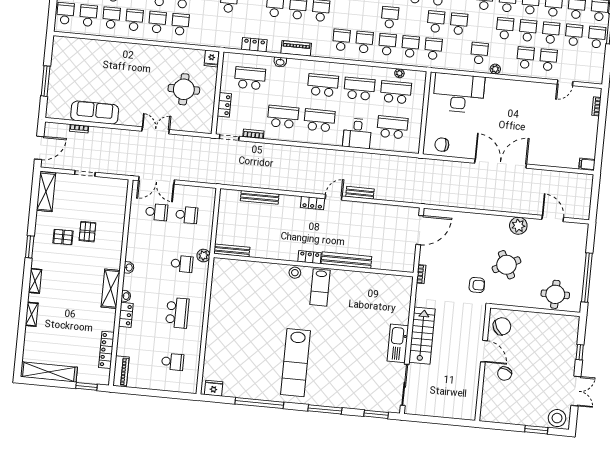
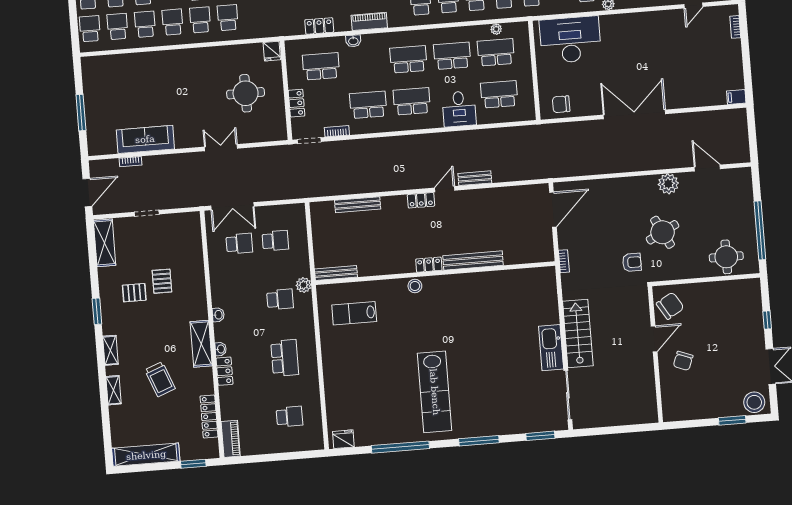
lab bench: (320, 287) -> (354, 313), moved, turned 90
trolley: (72, 312) -> (160, 379), added
door: (484, 351) -> (654, 339), hinge flipped

